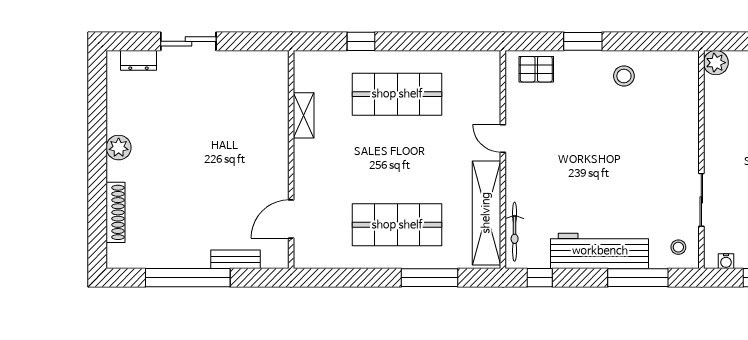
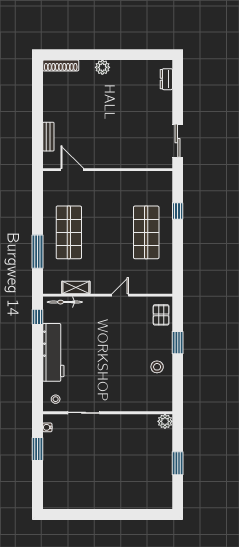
sliding door: (188, 41) -> (178, 141), moved
shelving: (304, 115) -> (134, 177), removed
plant: (119, 148) -> (102, 67), moved
shoe rack: (115, 212) -> (61, 65), moved
shelving: (486, 213) -> (76, 288), width x0.45, depth x0.75
window: (188, 278) -> (38, 108), removed
window: (638, 278) -> (38, 375), removed

